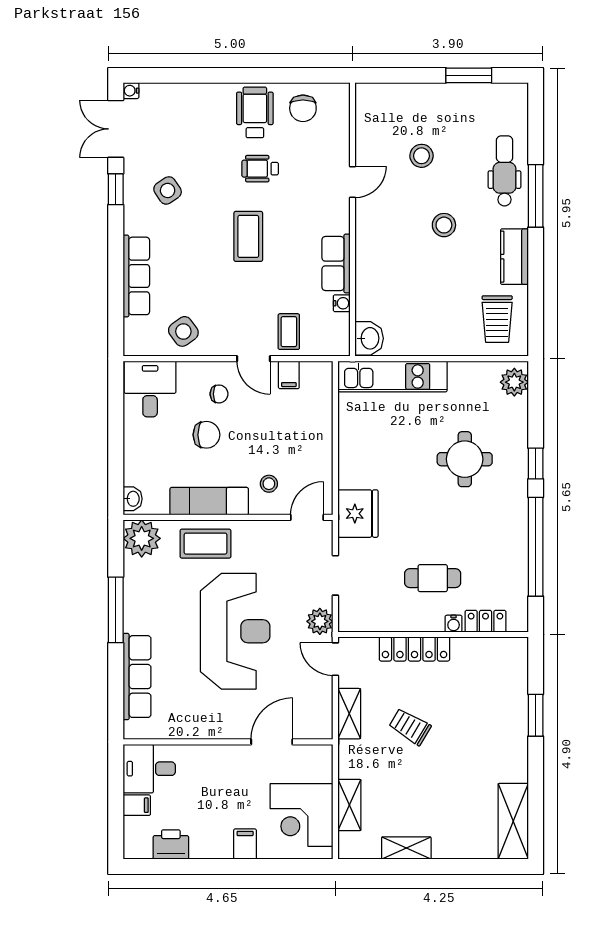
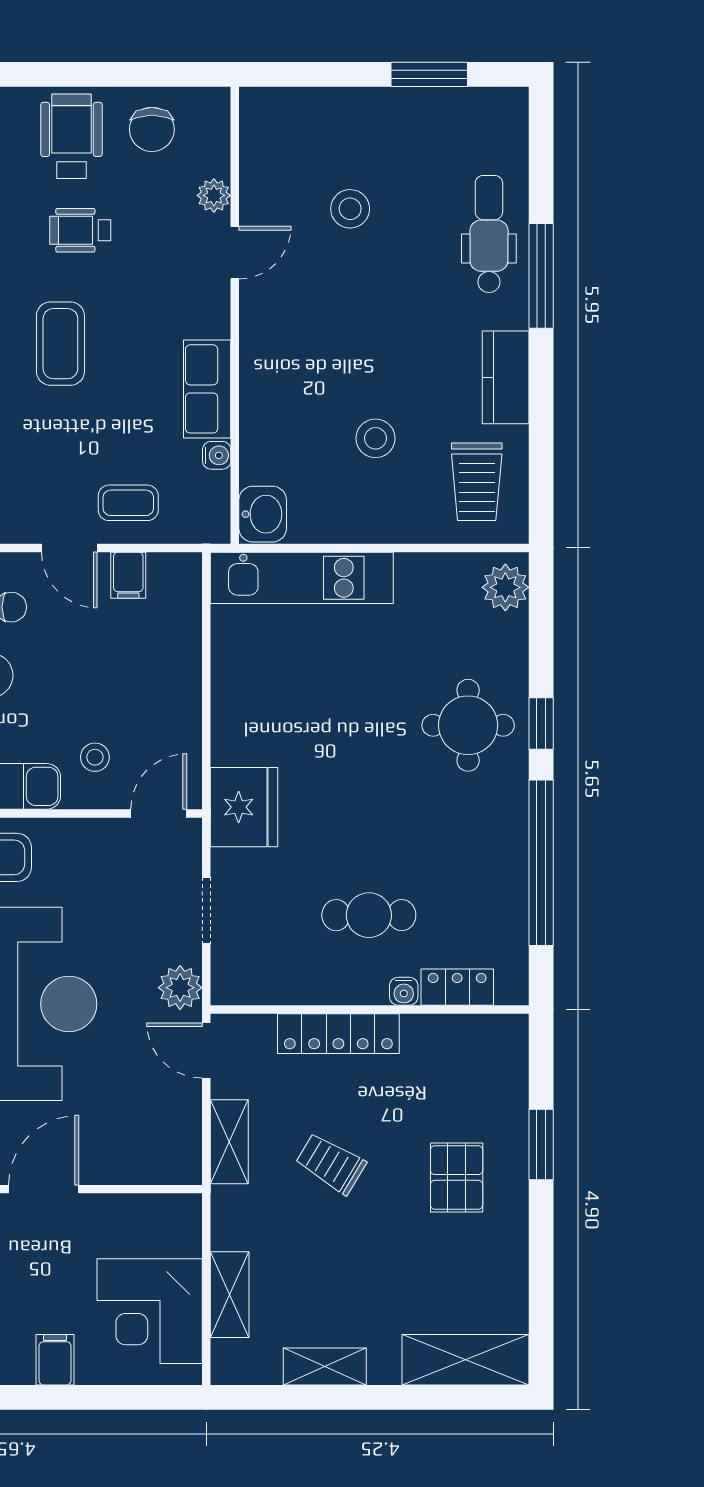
plant: (340, 148) -> (214, 195), added
stool: (444, 225) -> (375, 438), moved
coffee table: (289, 332) -> (128, 503), turned 90
round table: (465, 459) -> (468, 725), moved
pallet: (485, 735) -> (457, 1177), added
door: (272, 742) -> (44, 1189), moved
shelving: (513, 821) -> (465, 1360), moved, turned 90

